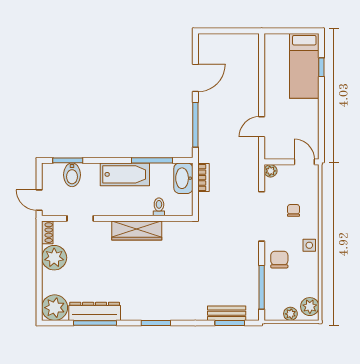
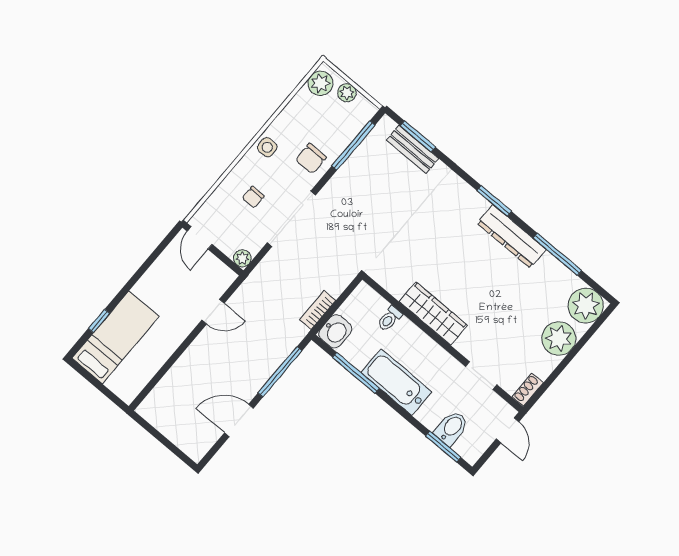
washbasin: (183, 178) -> (335, 331), width x0.72
plant: (54, 258) -> (559, 338), moved
dresser: (95, 311) -> (512, 236), moved

